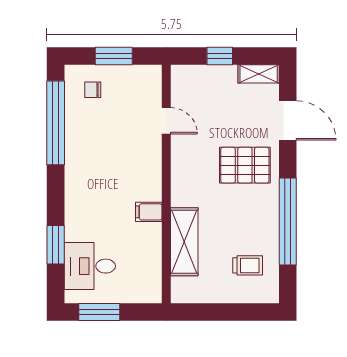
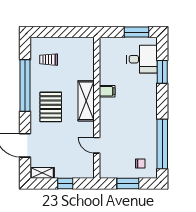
pallet: (245, 165) -> (51, 107), moved, turned 90
shelving: (184, 242) -> (86, 101), moved

